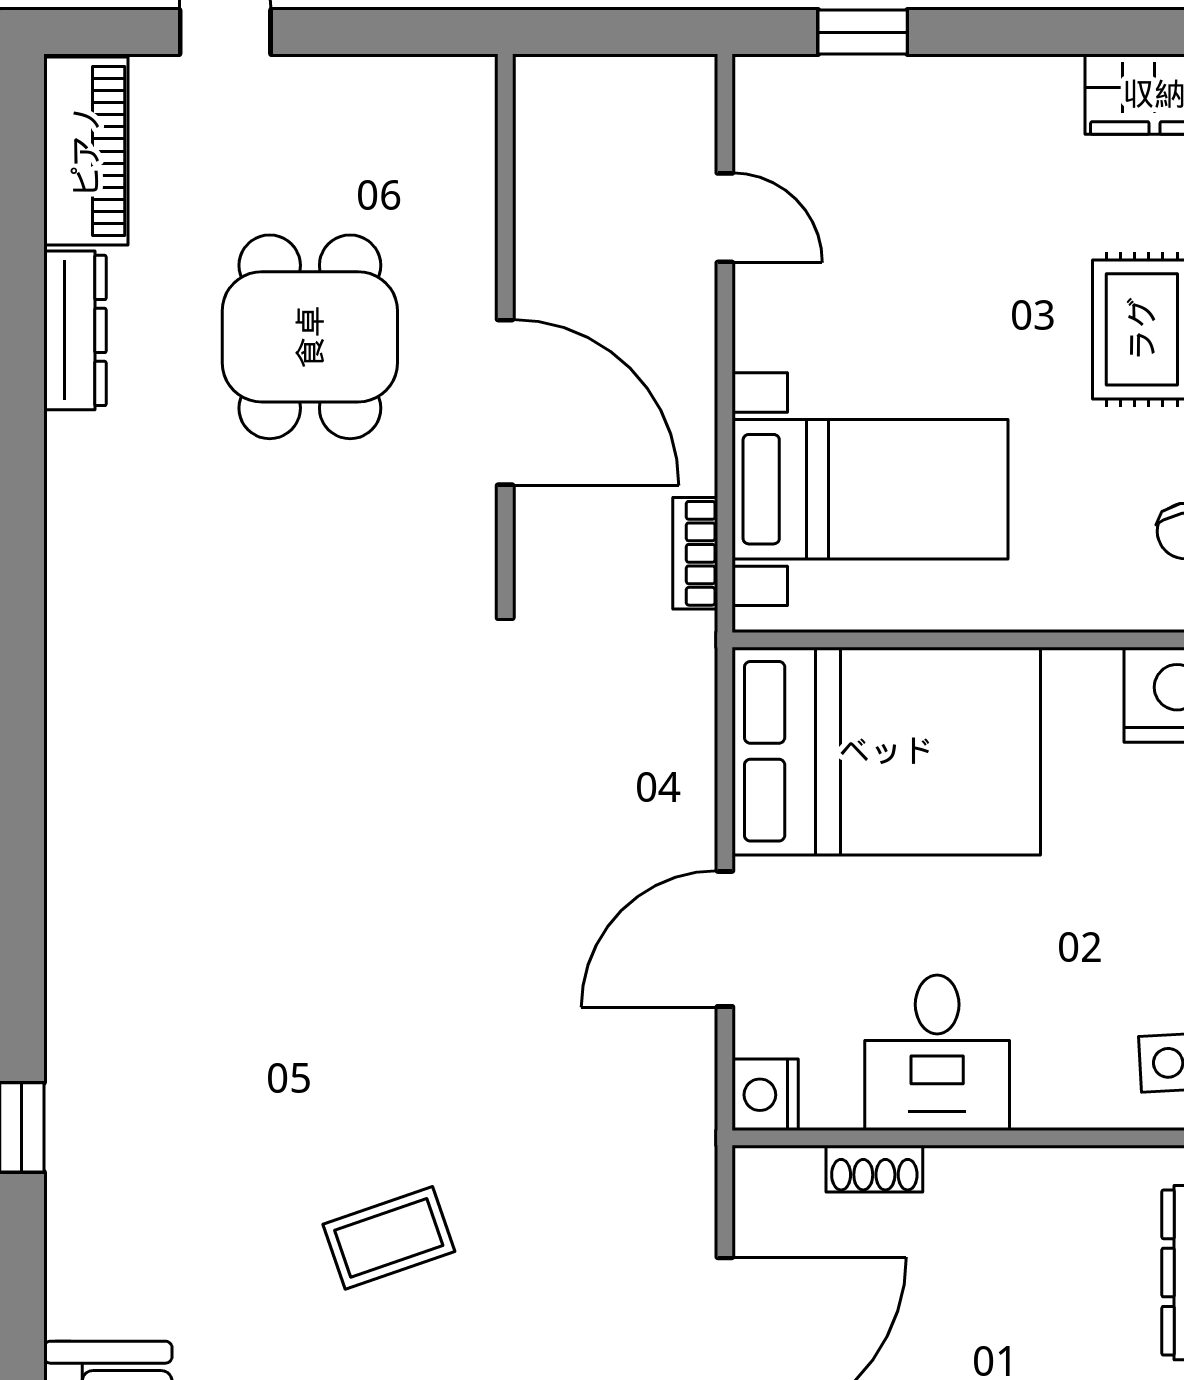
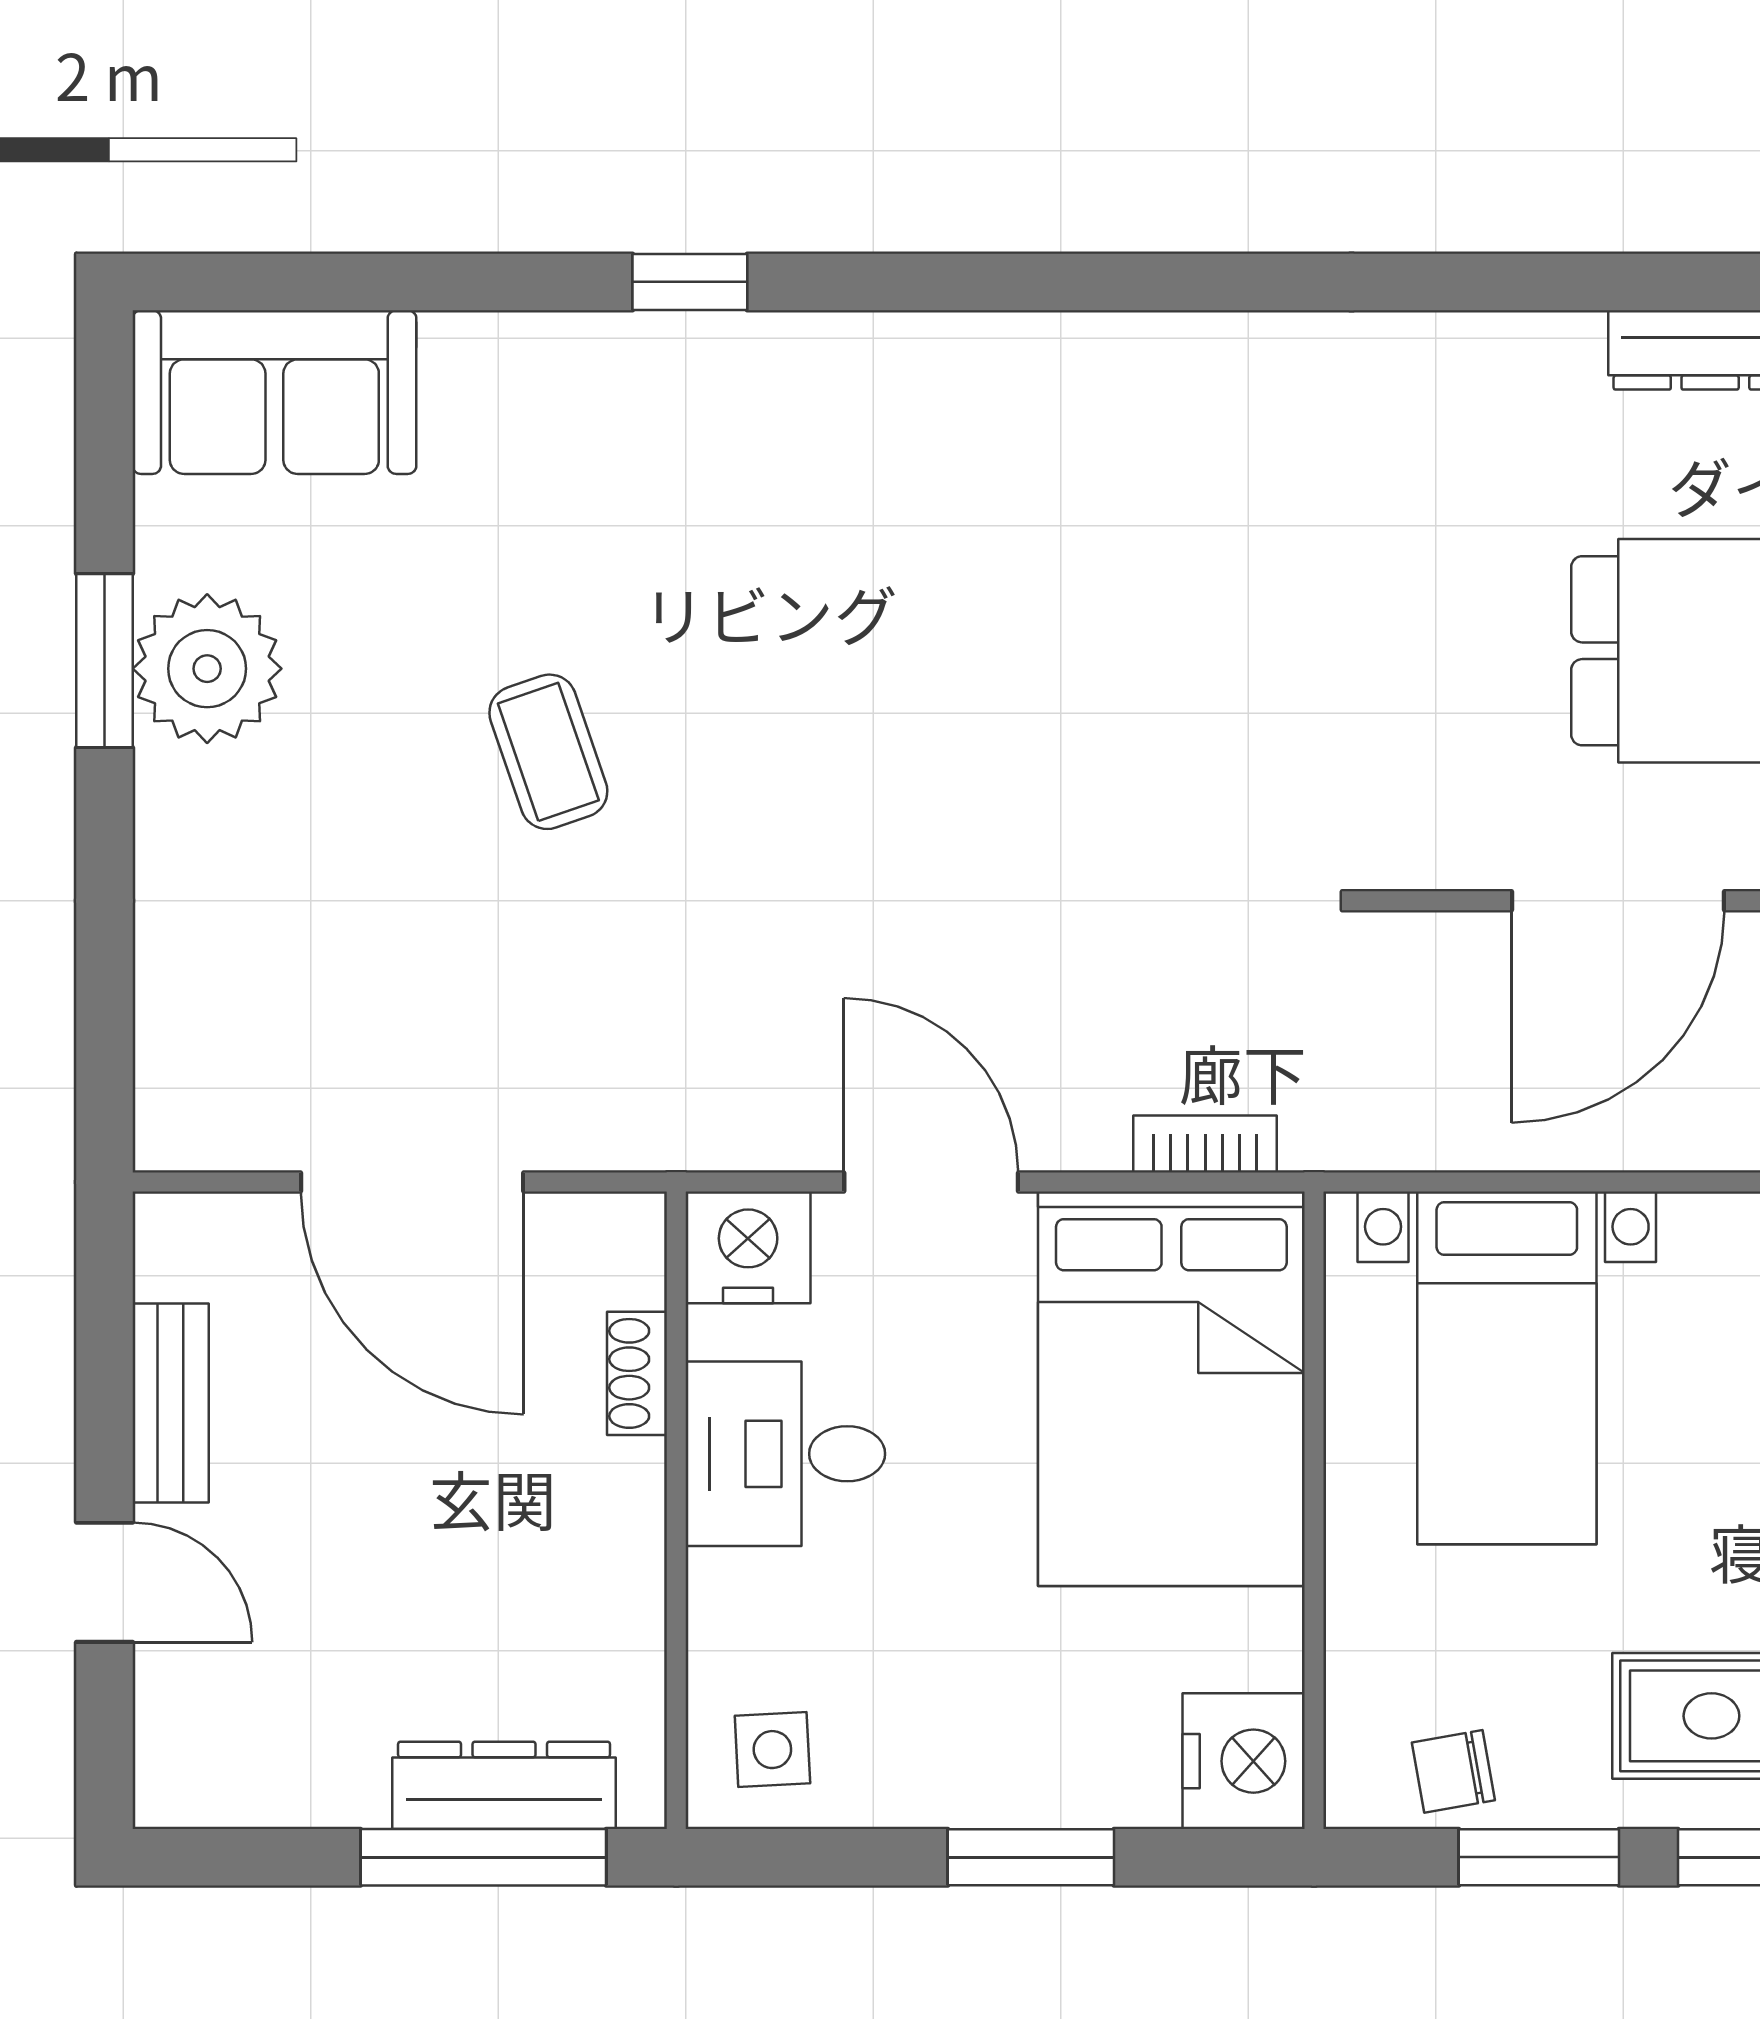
bookcase: (695, 553) -> (1205, 1144), moved
nightstand: (765, 1095) -> (748, 1247), width x1.36, depth x1.33

